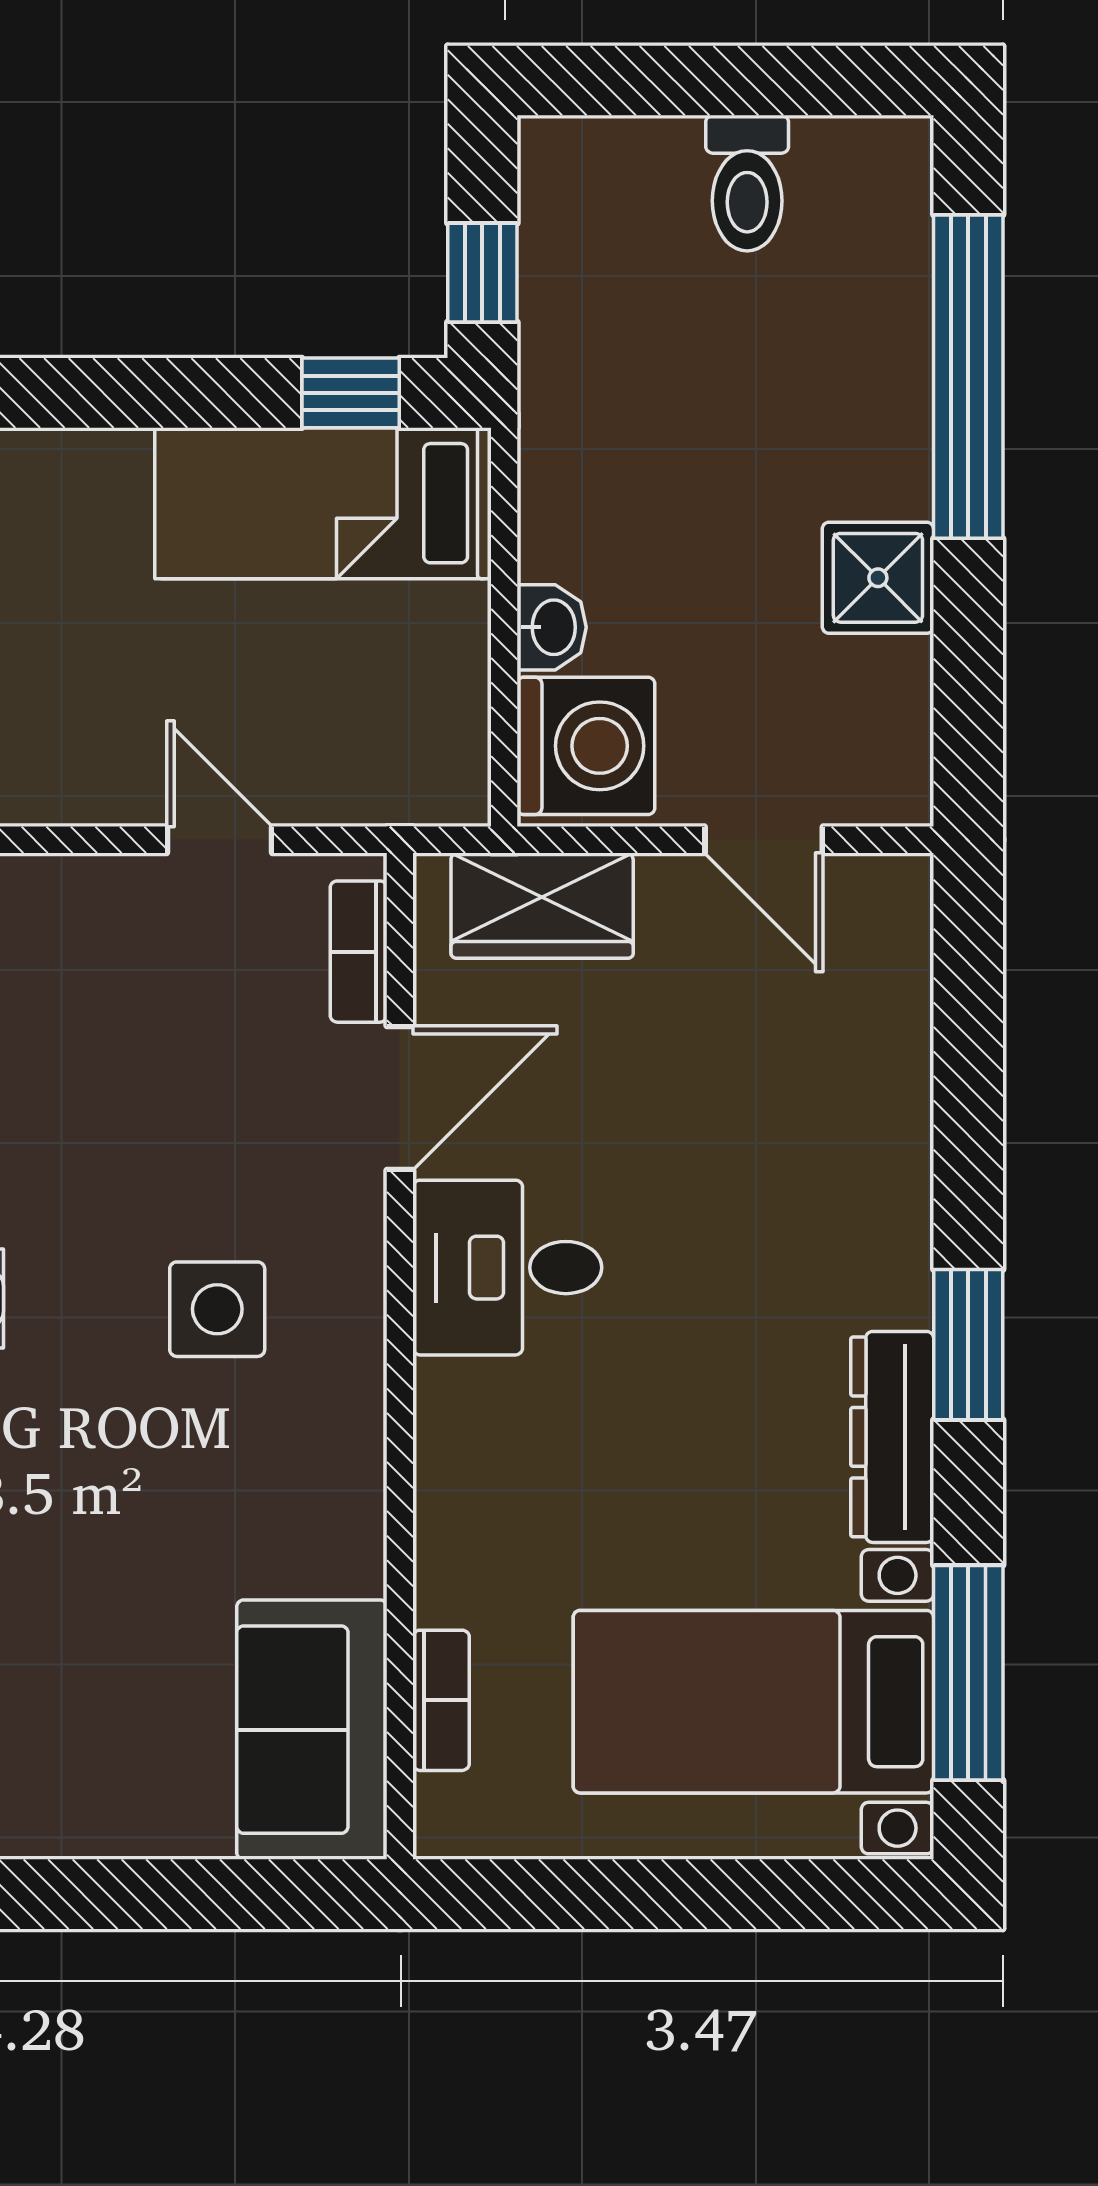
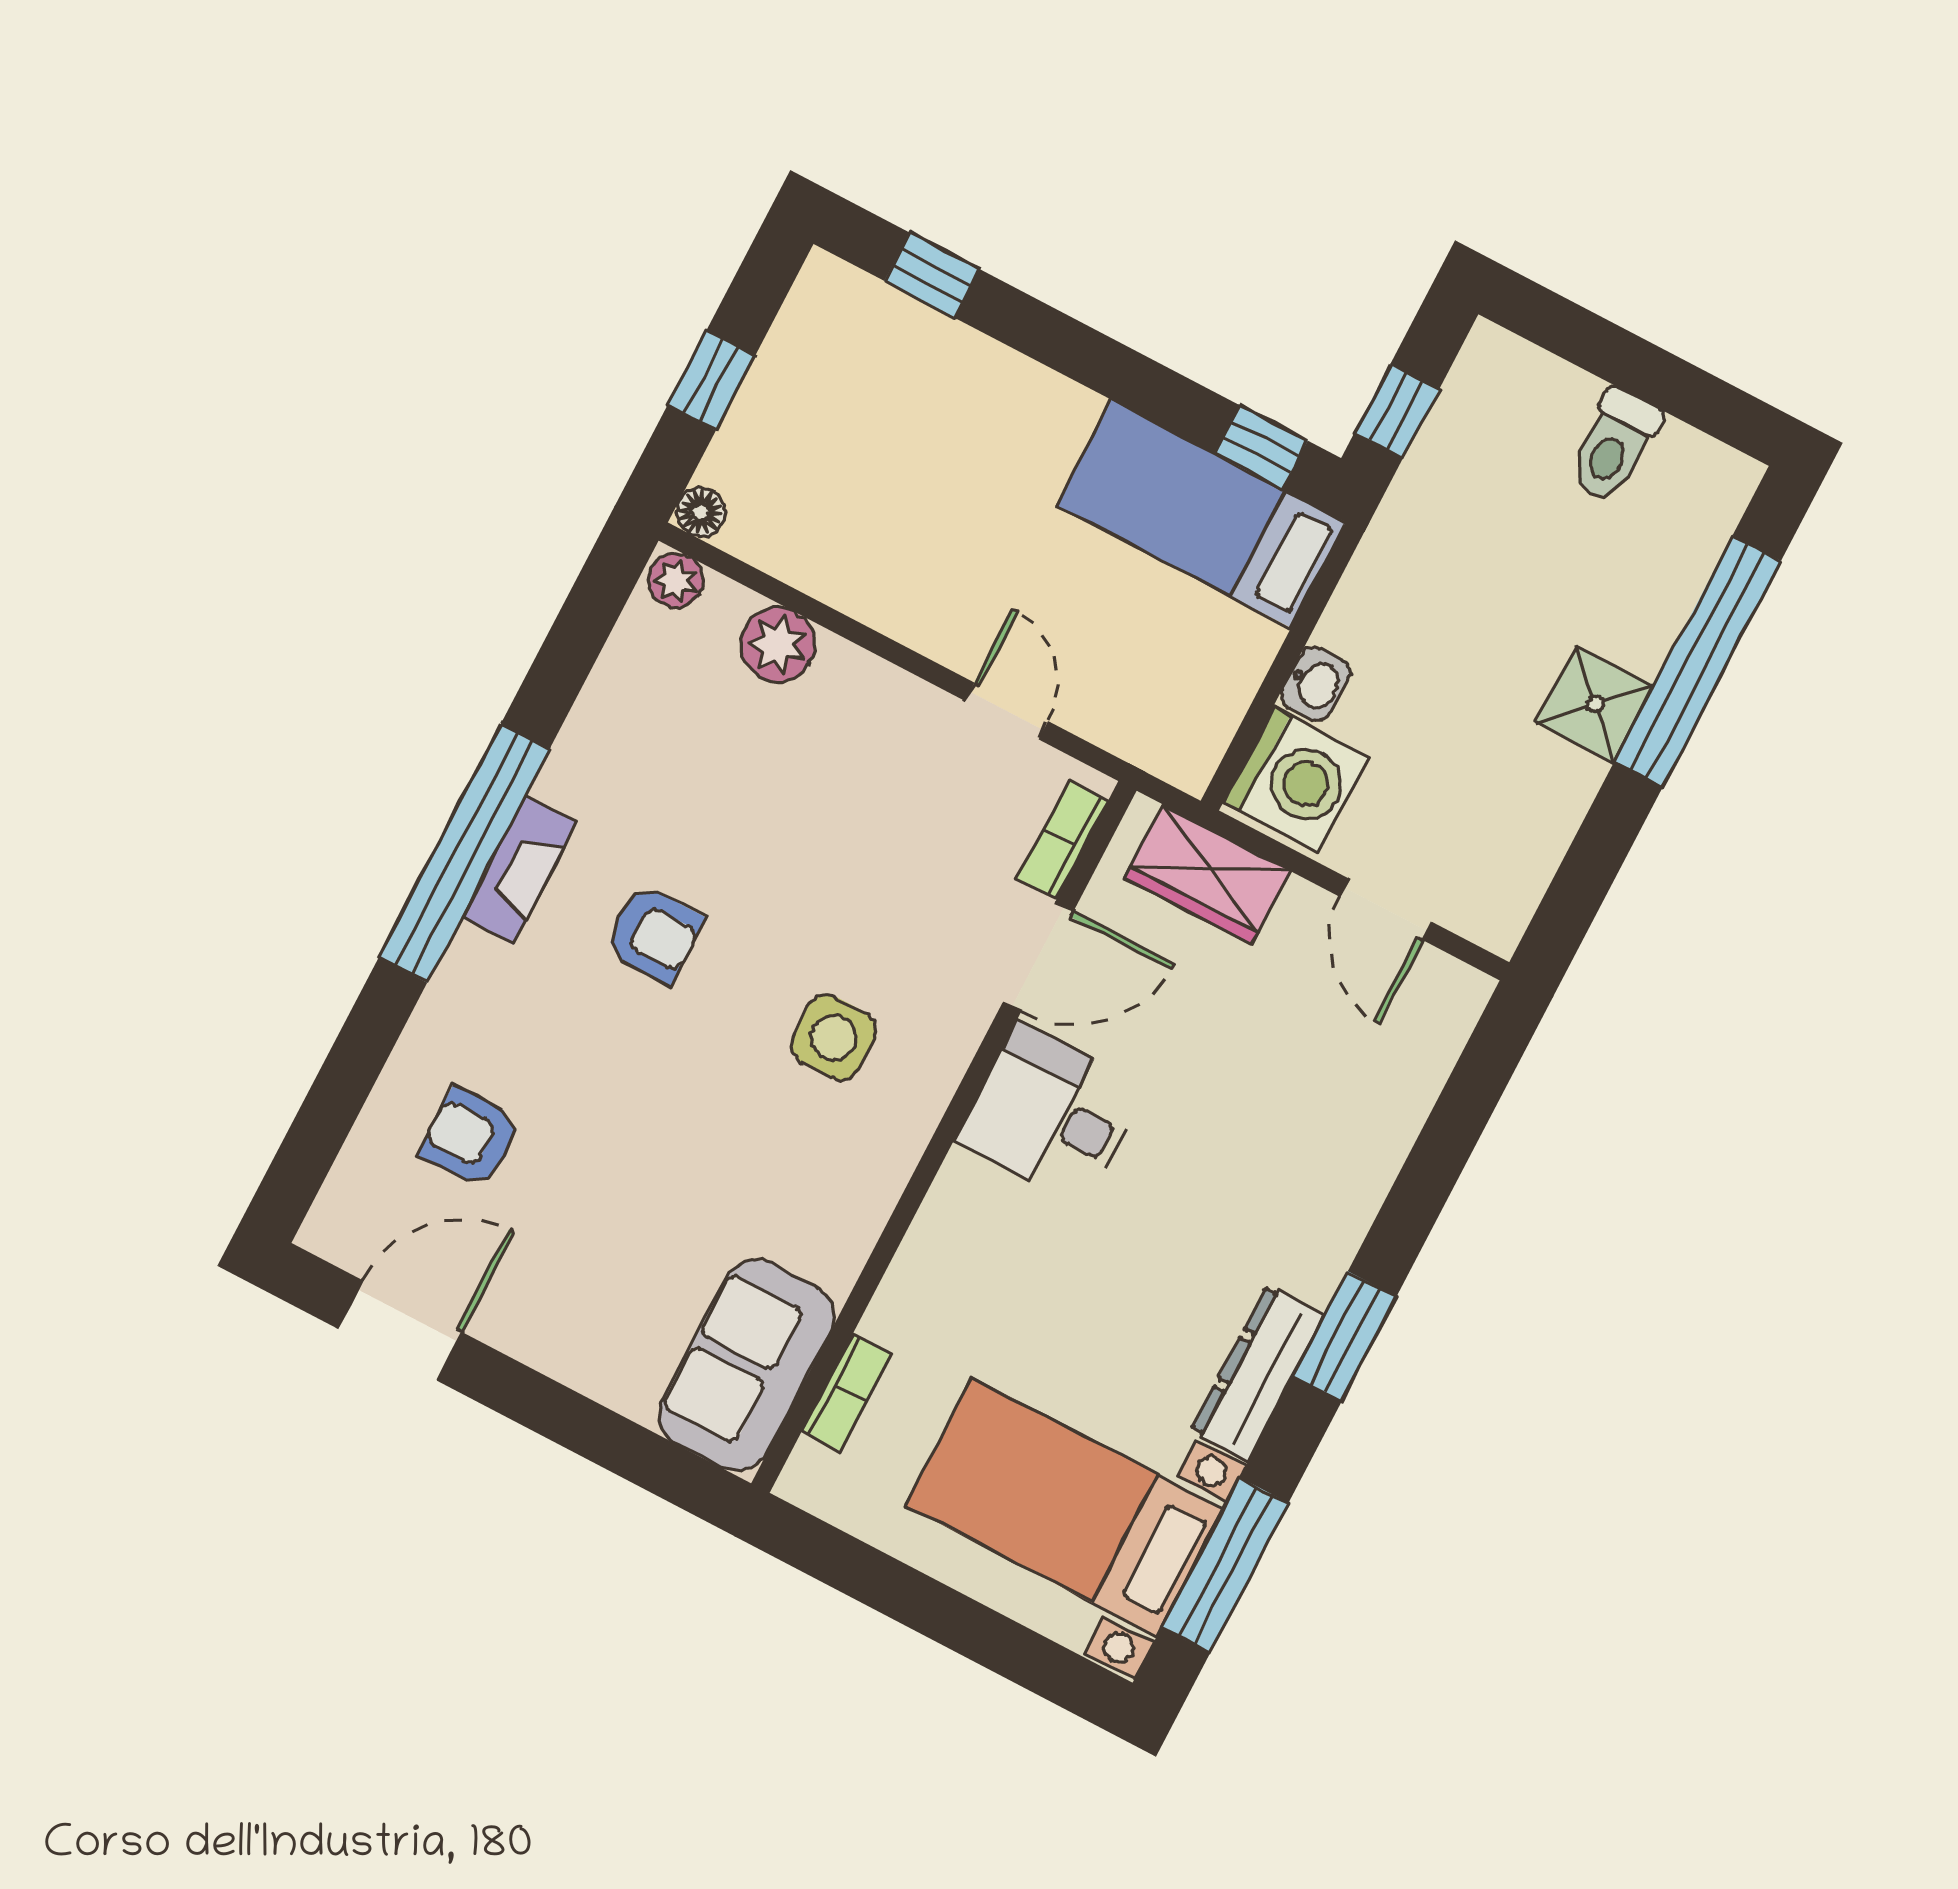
shower: (878, 578) -> (1595, 704), moved

